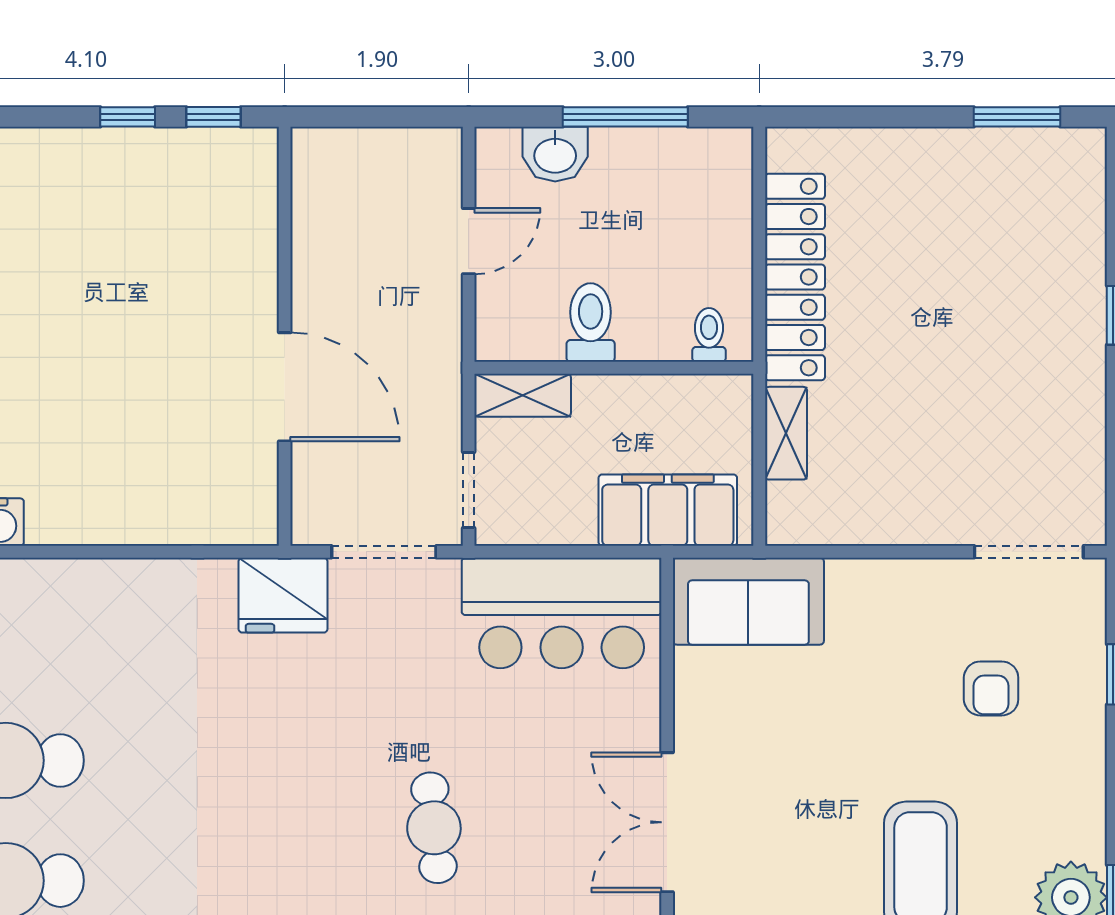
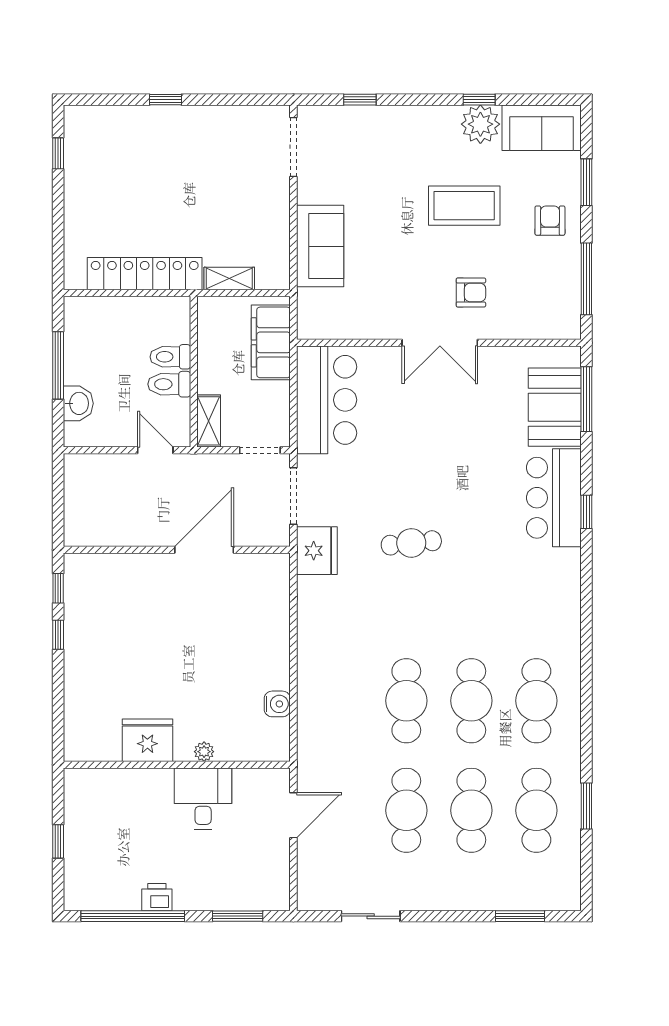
window: (1017, 117) -> (58, 153), width x0.67
door: (469, 241) -> (155, 450), moved
toilet: (709, 335) -> (170, 357), moved, width x1.37, depth x1.39
sofa: (748, 601) -> (320, 246), moved
armchair: (991, 688) -> (471, 292), moved
cafe table: (434, 828) -> (411, 543), moved

